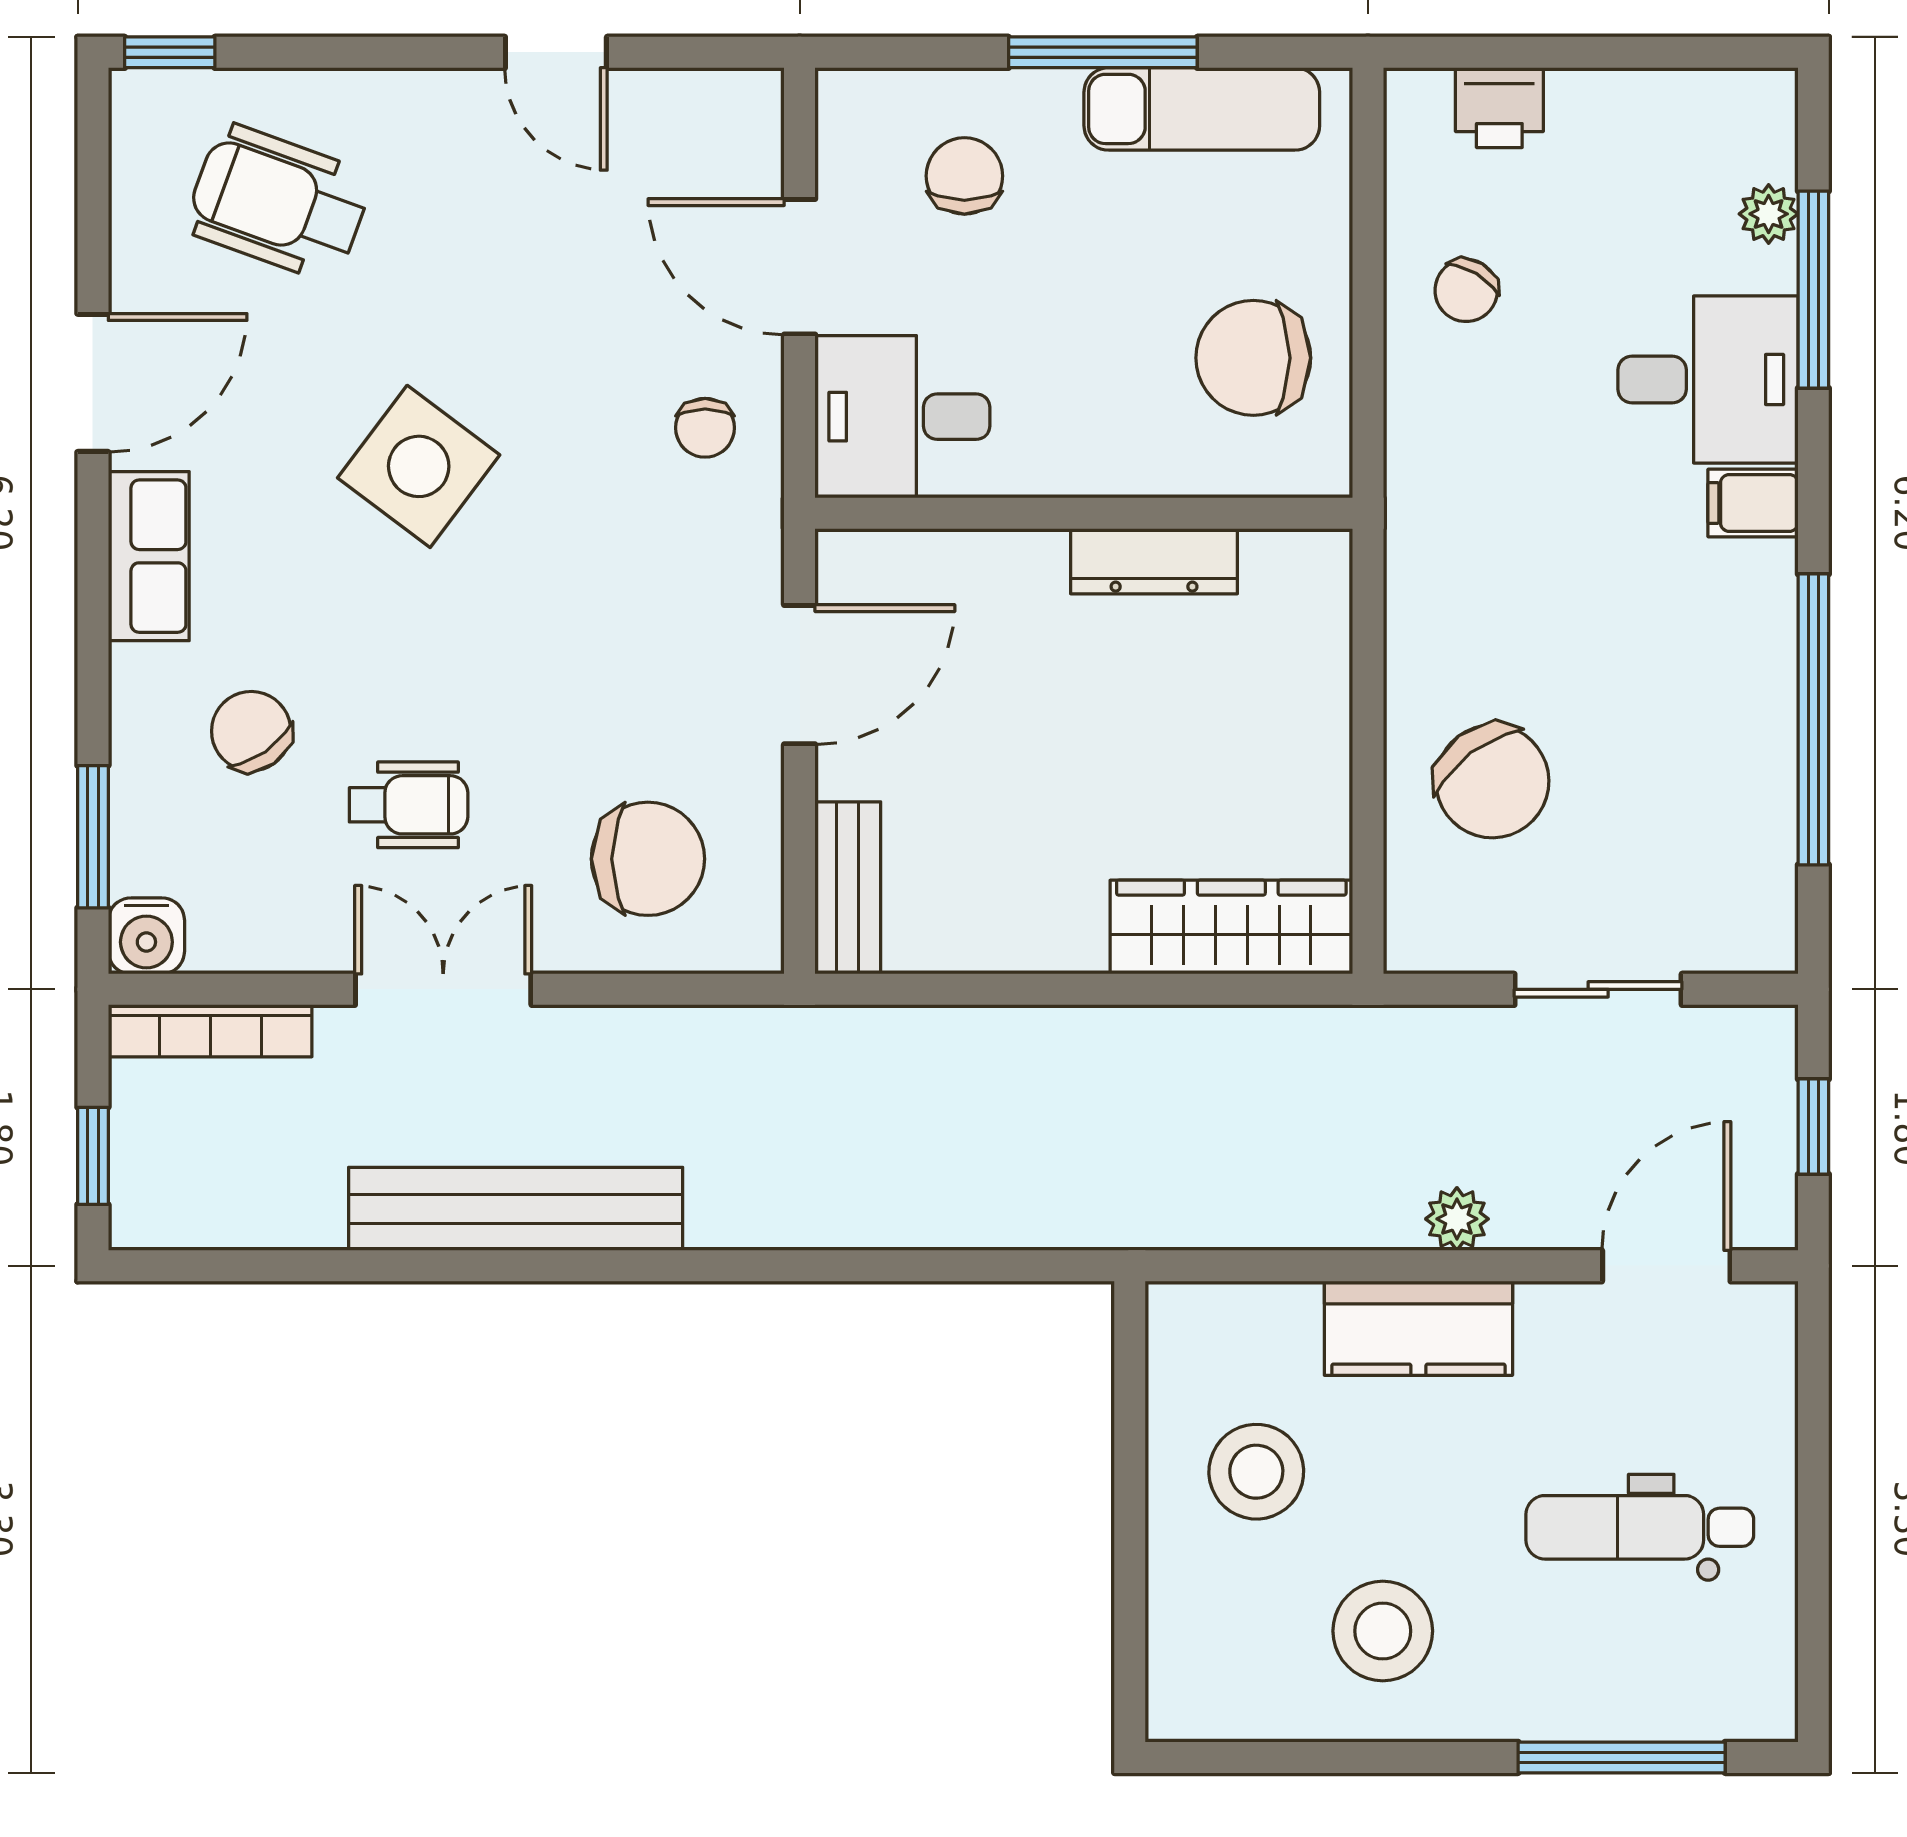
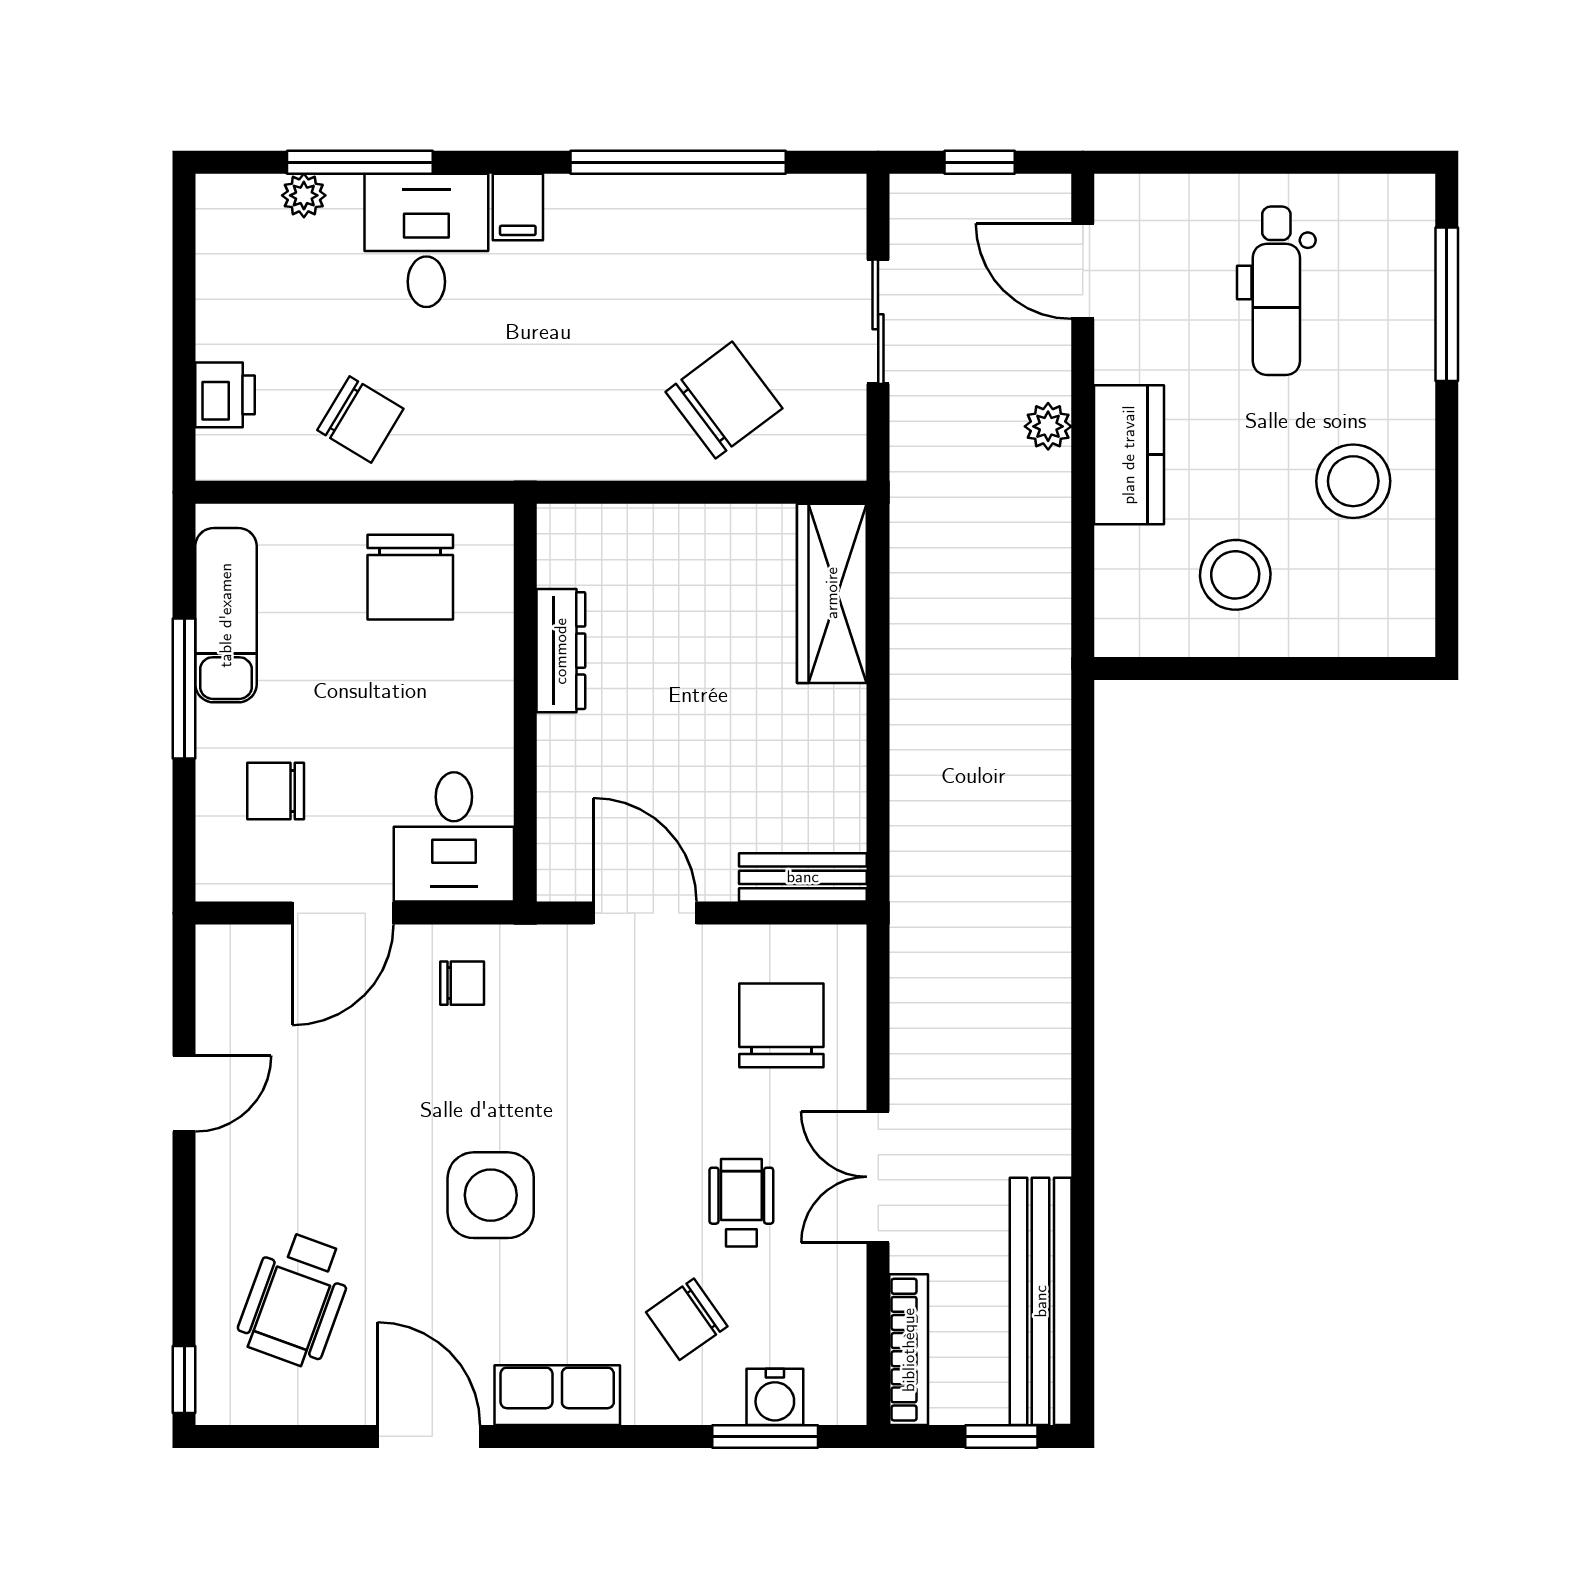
chair: (1466, 290) -> (360, 419), width x1.37, depth x1.37
side table: (419, 466) -> (491, 1195), turned -37
water cooler: (146, 936) -> (775, 1397), moved, turned 90
bench: (516, 1209) -> (1041, 1301), moved

